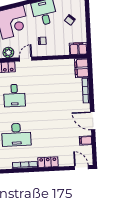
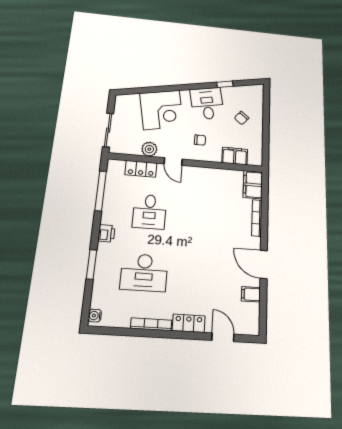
filing cabinet: (78, 49) -> (235, 156), moved
door: (26, 59) -> (173, 161), swing flipped
door: (81, 167) -> (223, 337), moved

